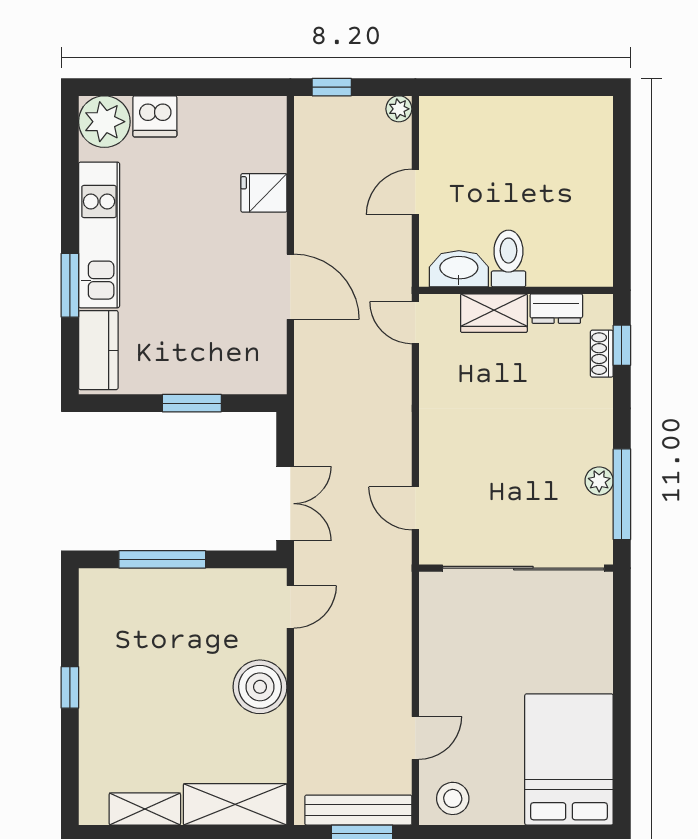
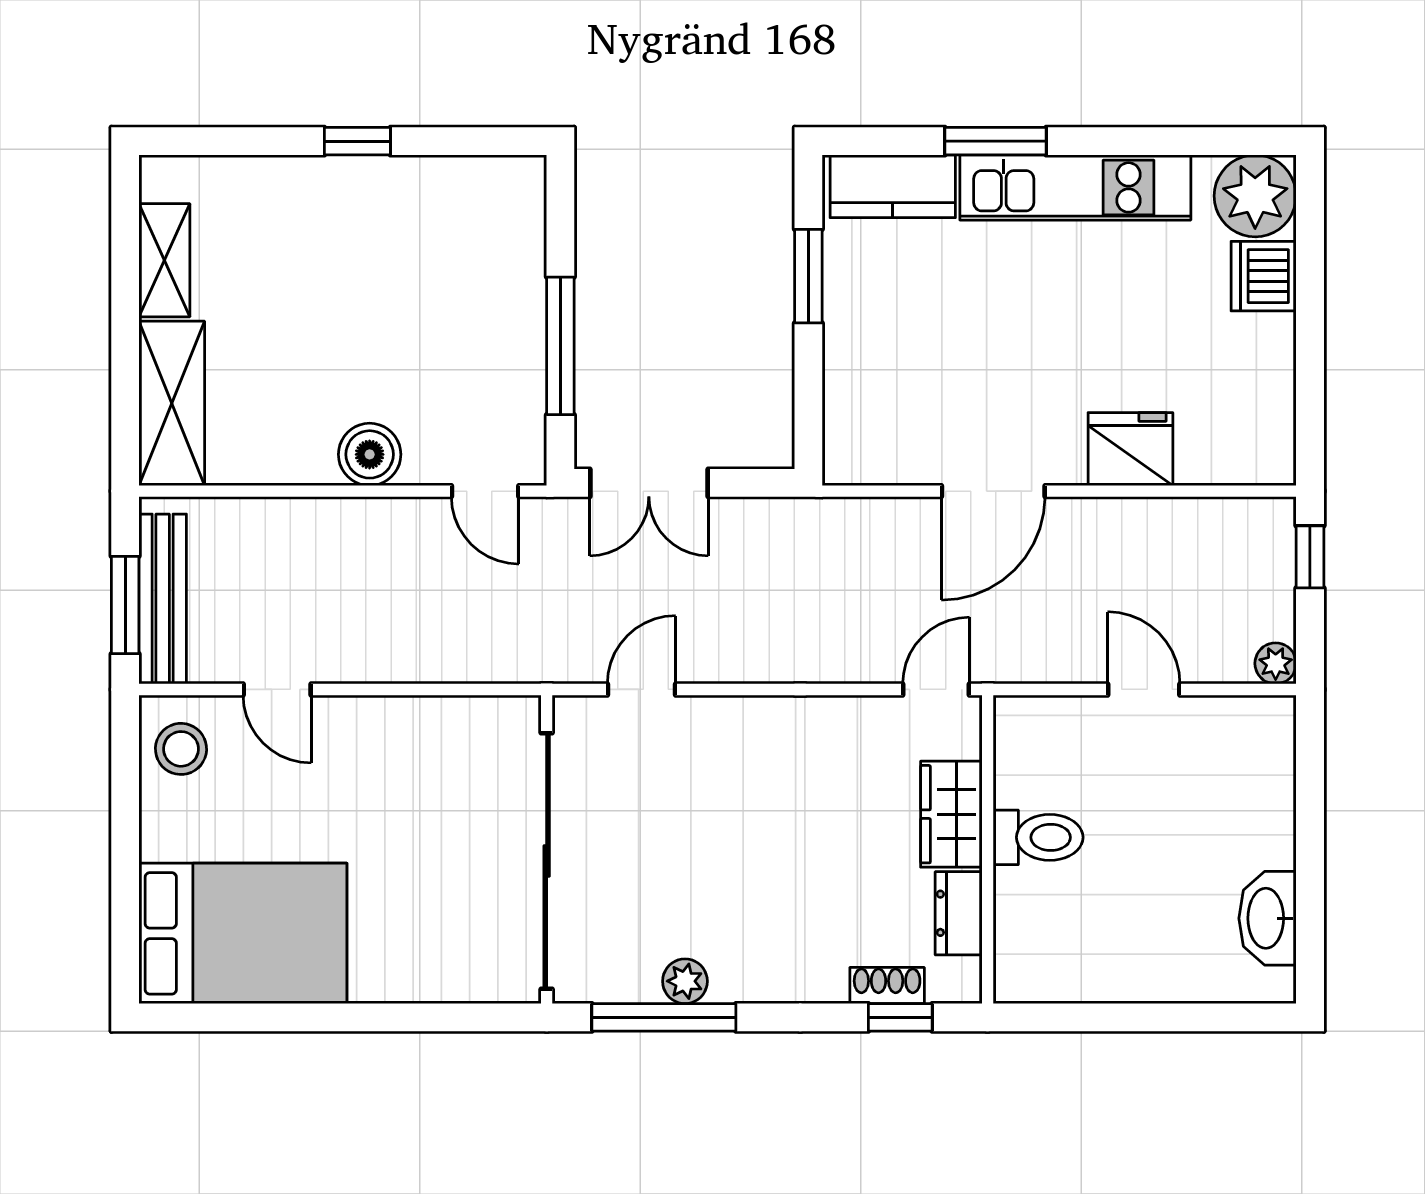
fridge: (264, 193) -> (1130, 449), width x1.38
washbasin: (459, 269) -> (1268, 918), moved, turned 180
window: (192, 403) -> (808, 276), moved
window: (162, 559) -> (560, 346), moved
boiler: (260, 687) -> (370, 454), width x0.73, depth x0.73

